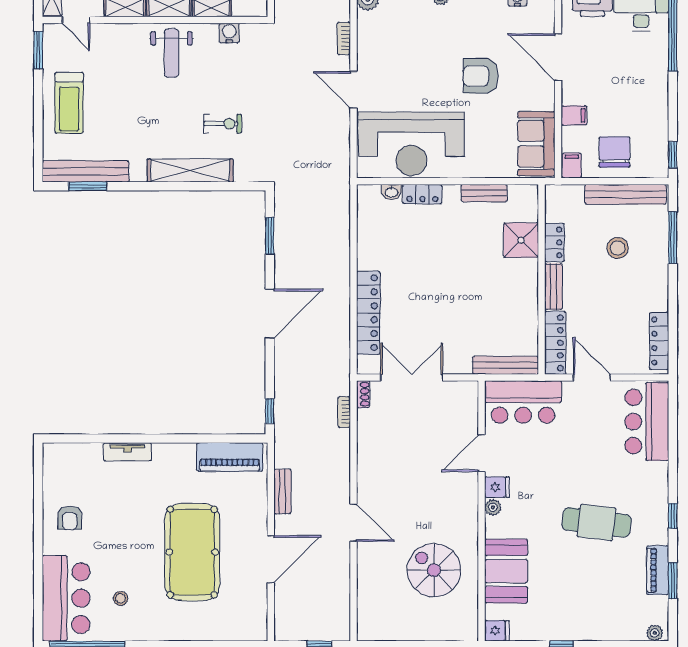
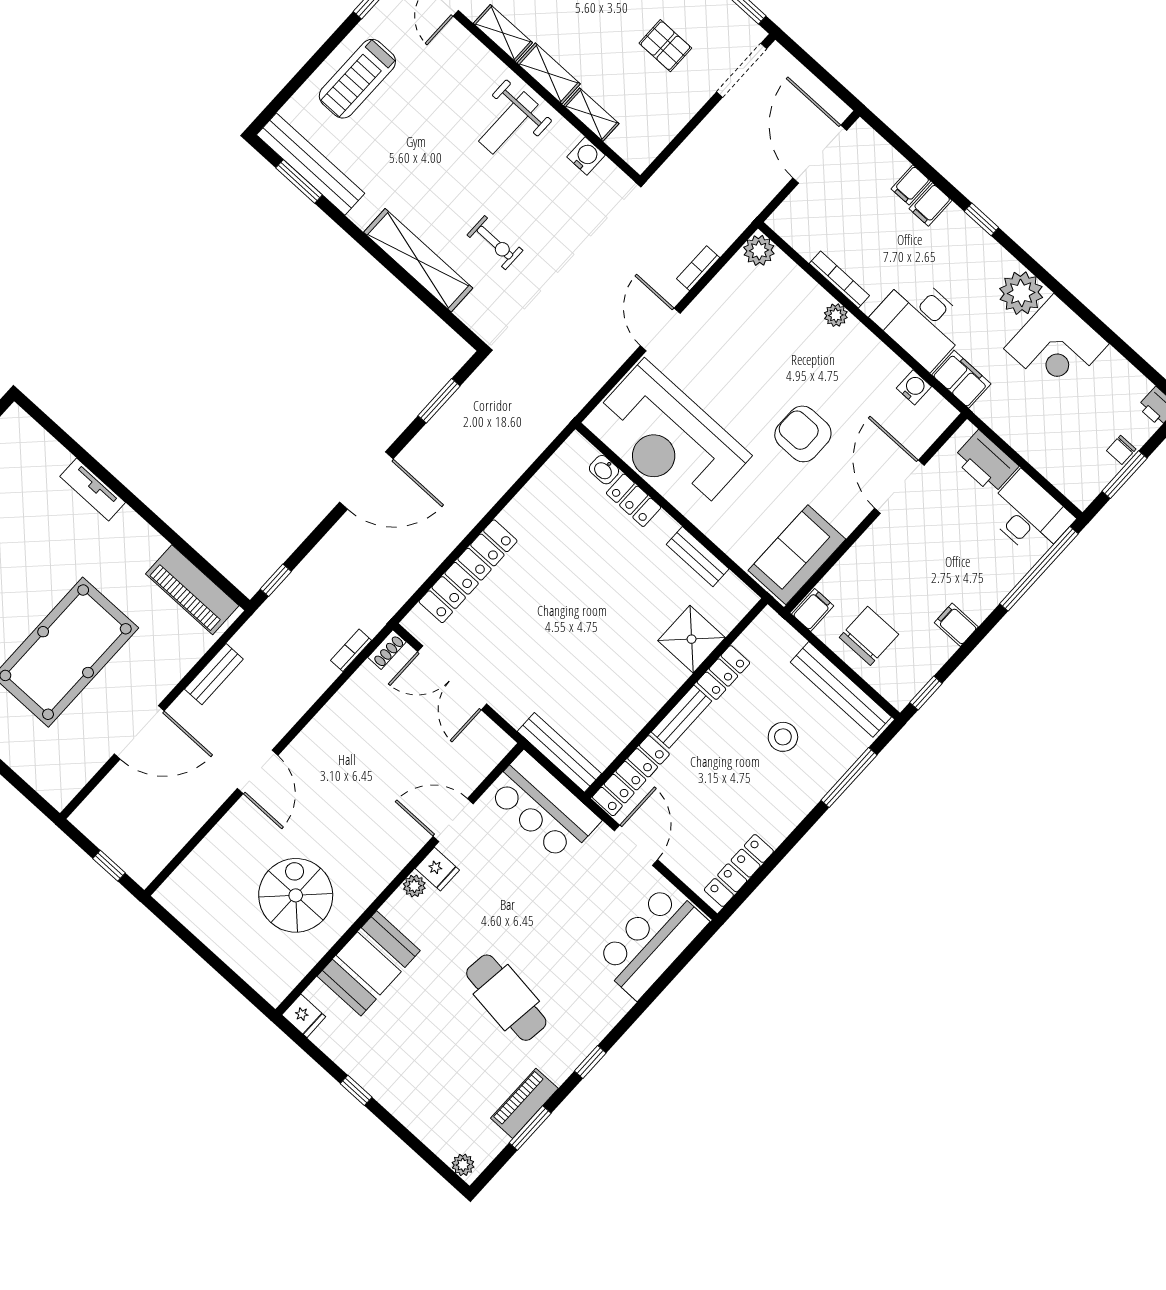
filing cabinet: (574, 115) -> (956, 625), moved, turned 180
double door: (412, 378) -> (452, 678), swing flipped

